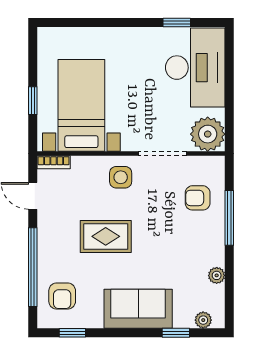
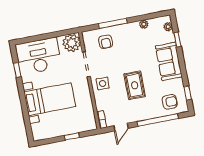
bed with nightstands: (81, 105) -> (50, 99), moved, turned 180

